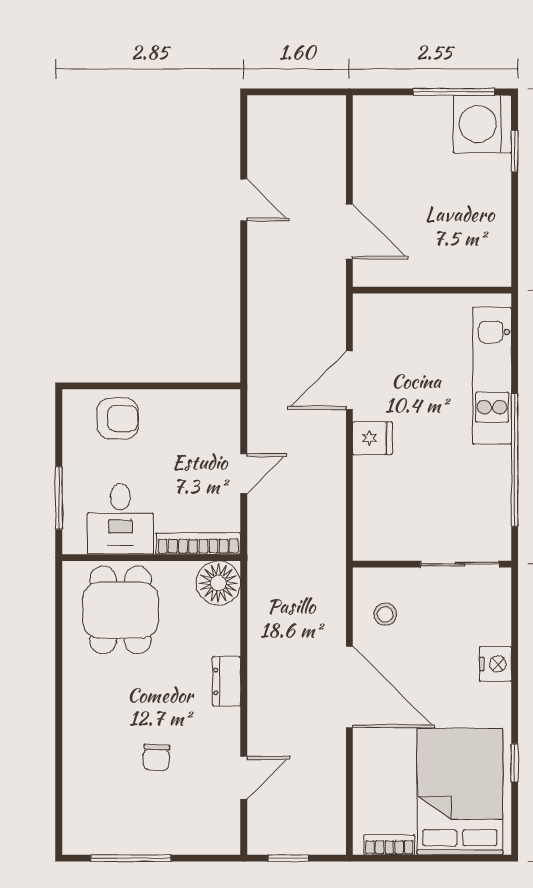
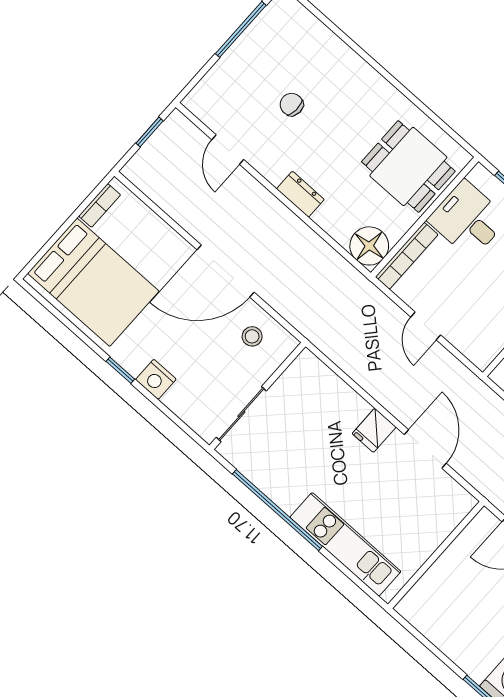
window: (515, 763) -> (120, 370), moved

